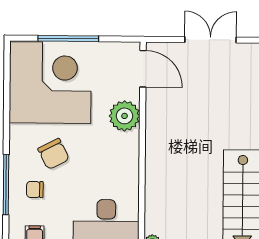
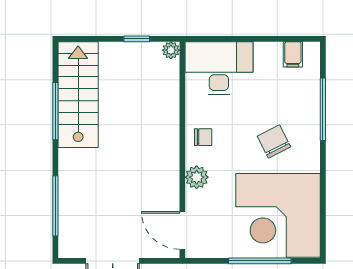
plant: (124, 116) -> (197, 177), width x0.73, depth x0.73
chair: (35, 190) -> (203, 137), moved

